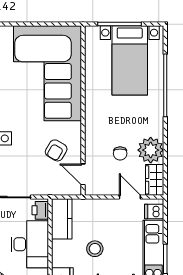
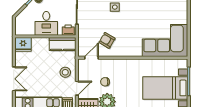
corner sofa: (47, 73) -> (165, 41), width x0.73, depth x0.74
desk: (30, 244) -> (46, 23), width x0.73
stool: (95, 249) -> (65, 72), moved

